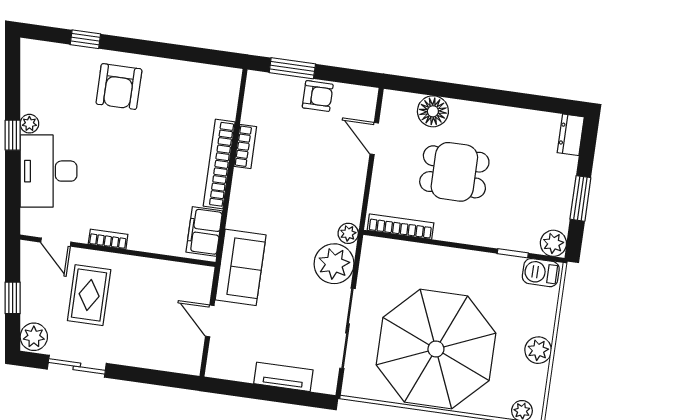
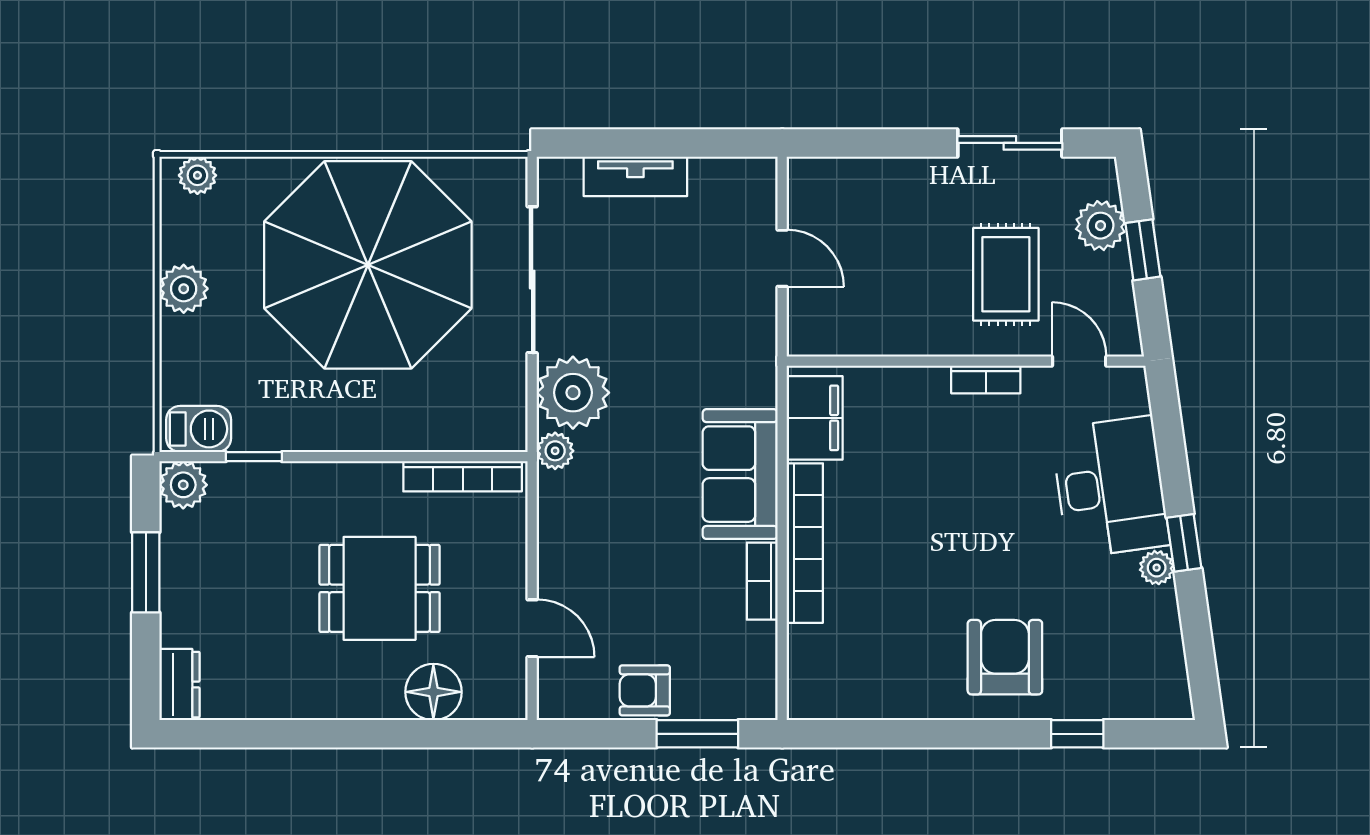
sofa: (241, 267) -> (740, 474), moved
plant: (34, 337) -> (1100, 226), moved

